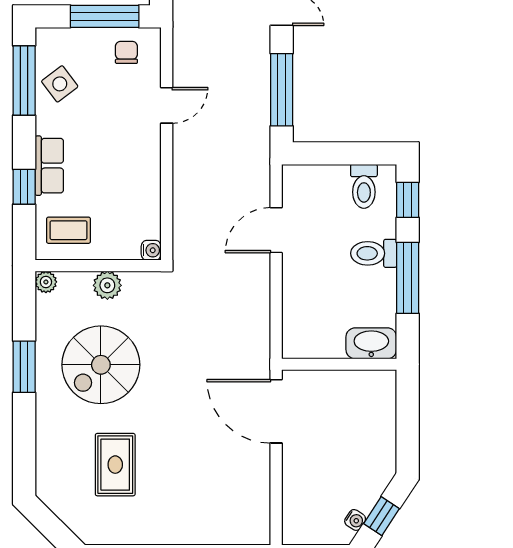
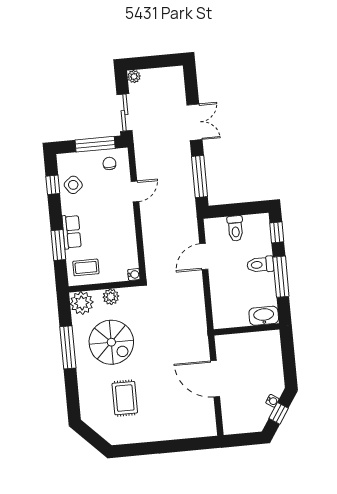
window: (24, 81) -> (53, 185), width x0.46
toilet: (364, 186) -> (235, 228), moved
window: (24, 187) -> (58, 245), width x1.50
plant: (46, 282) -> (82, 303), width x1.88, depth x1.88
spiral stairs: (101, 365) -> (111, 342), turned -90
window: (24, 367) -> (68, 347), width x1.44
door: (276, 411) -> (215, 379), moved
water cooler: (355, 520) -> (272, 401), moved

